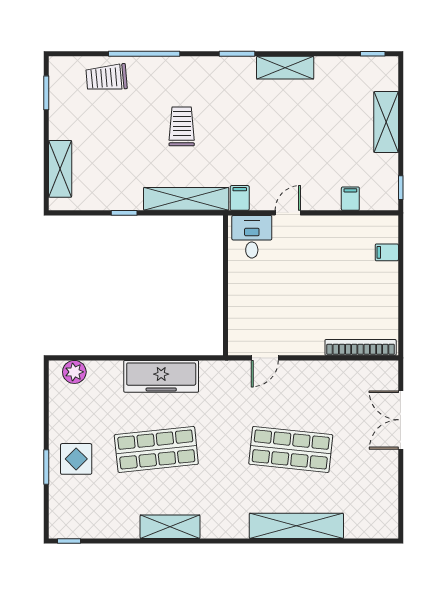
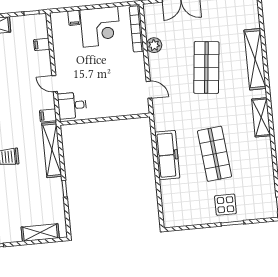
corner desk: (369, 292) -> (100, 27), added
plant: (74, 372) -> (154, 45), moved
shelving: (170, 527) -> (261, 117), moved

